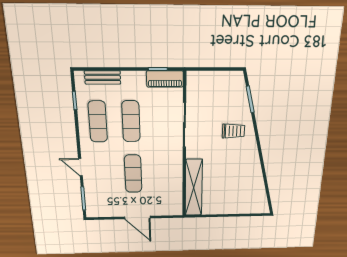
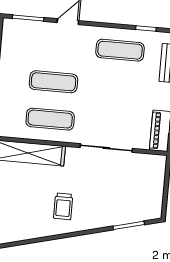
exercise mat: (131, 121) -> (50, 119), moved
trolley: (233, 131) -> (63, 206), moved

